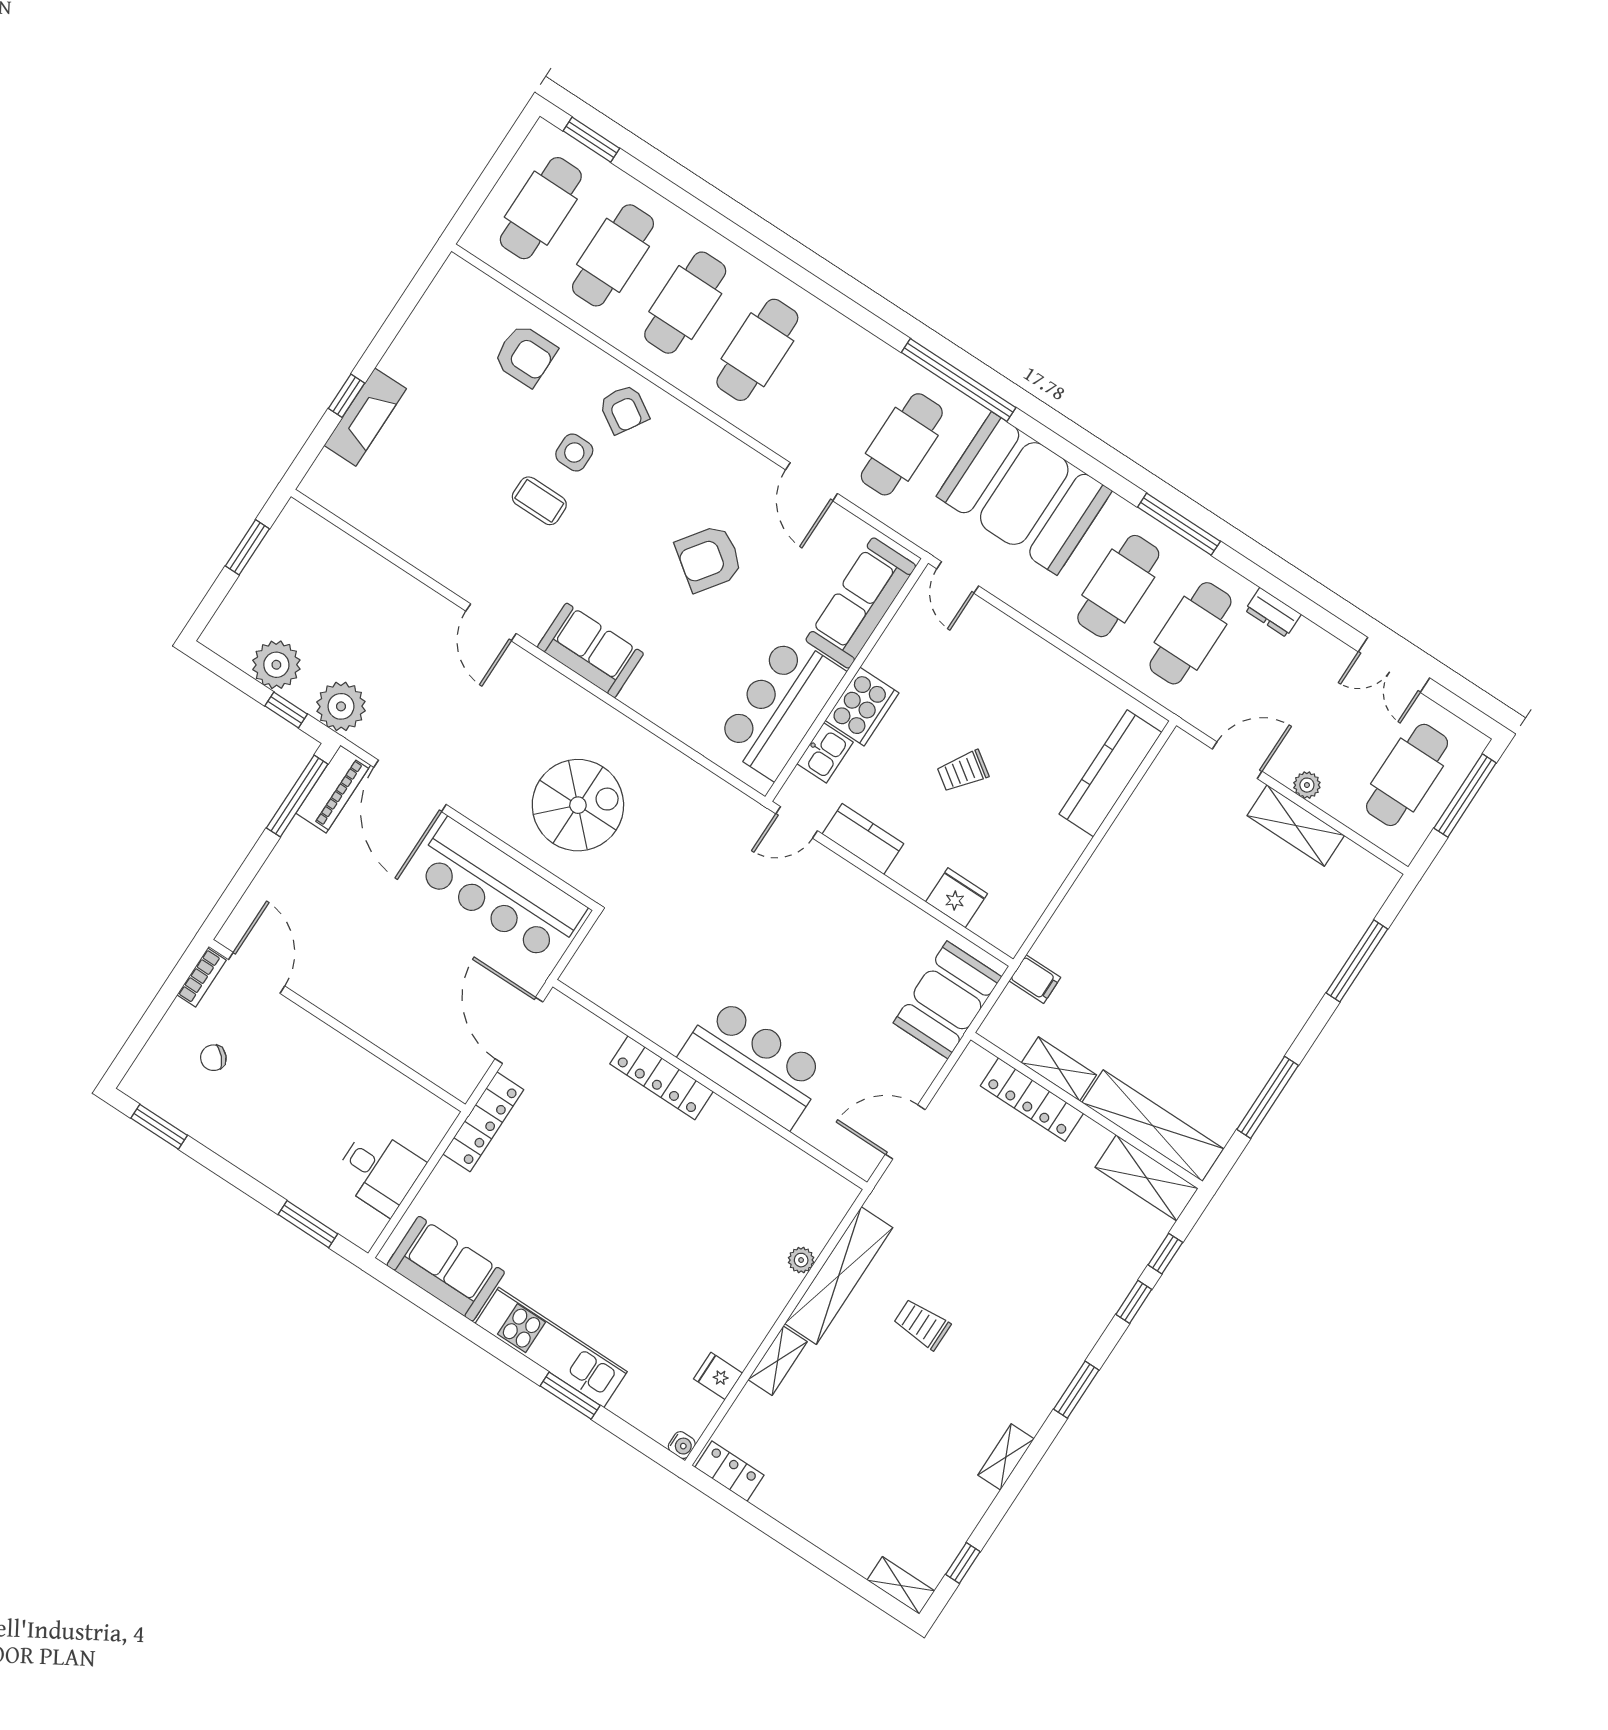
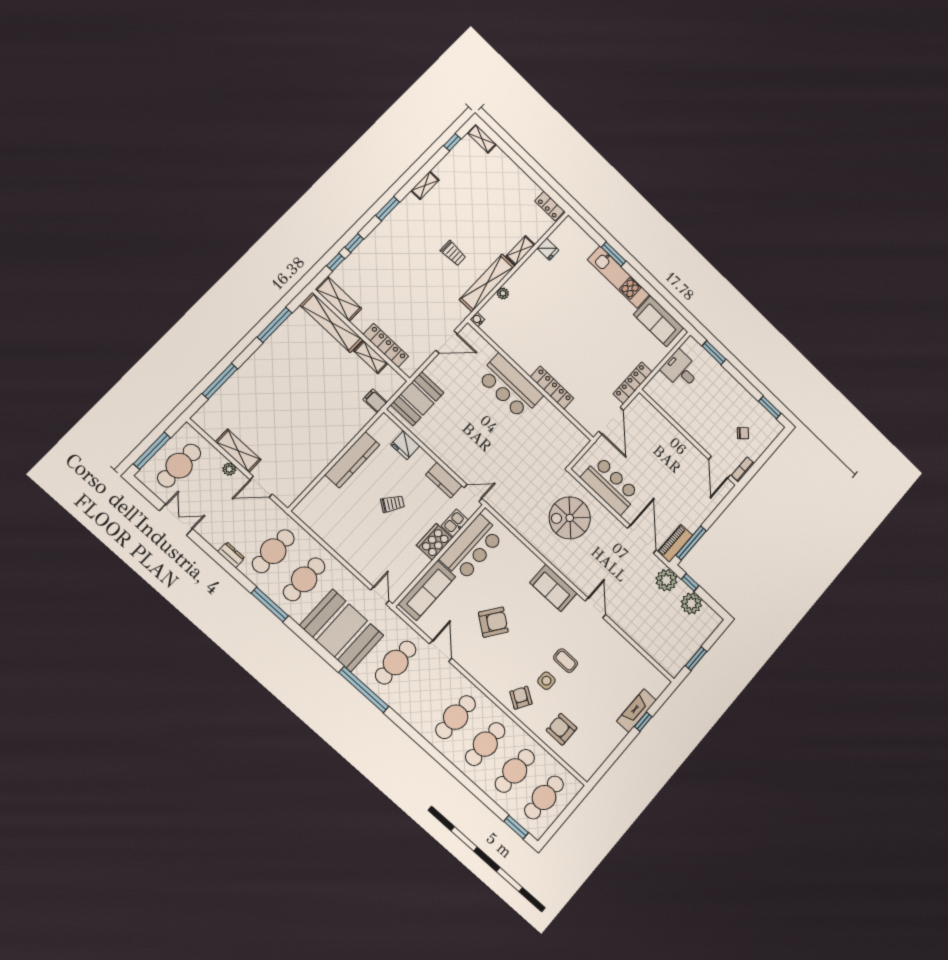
kitchen counter: (1110, 773) -> (352, 460), moved
bar counter: (499, 890) -> (610, 485), width x0.73
water cooler: (682, 1445) -> (477, 320), moved

